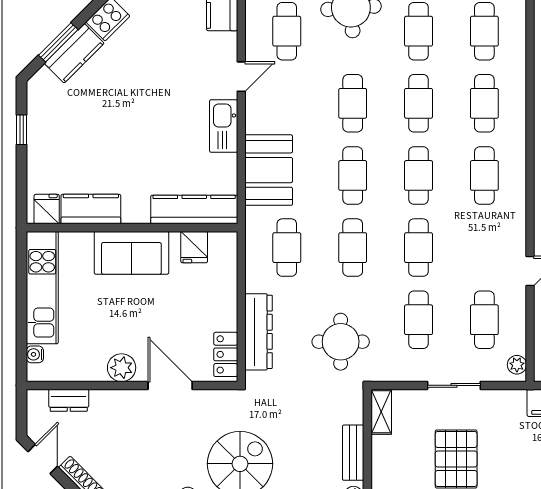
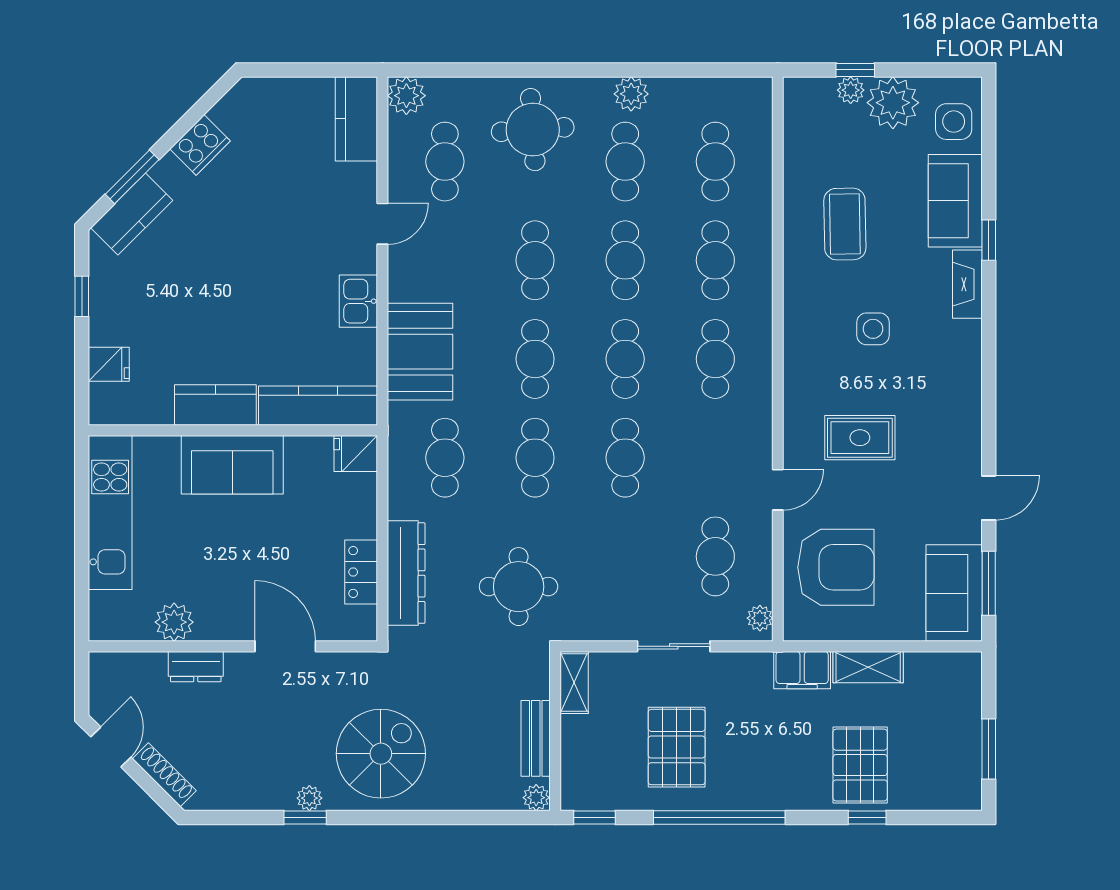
kitchen counter: (74, 53) -> (132, 214), moved
kitchen sink: (224, 126) -> (358, 301), width x0.73
fridge: (47, 209) -> (109, 364), moved, turned 90
kitchen counter: (91, 209) -> (215, 405), moved
fridge: (194, 247) -> (356, 454), moved, turned 90
cafe table: (419, 320) -> (625, 556), removed
water cooler: (35, 354) -> (100, 604), removed
locker: (226, 354) -> (361, 572), moved
plant: (122, 368) -> (174, 622), moved
dresser: (69, 400) -> (196, 667), moved

